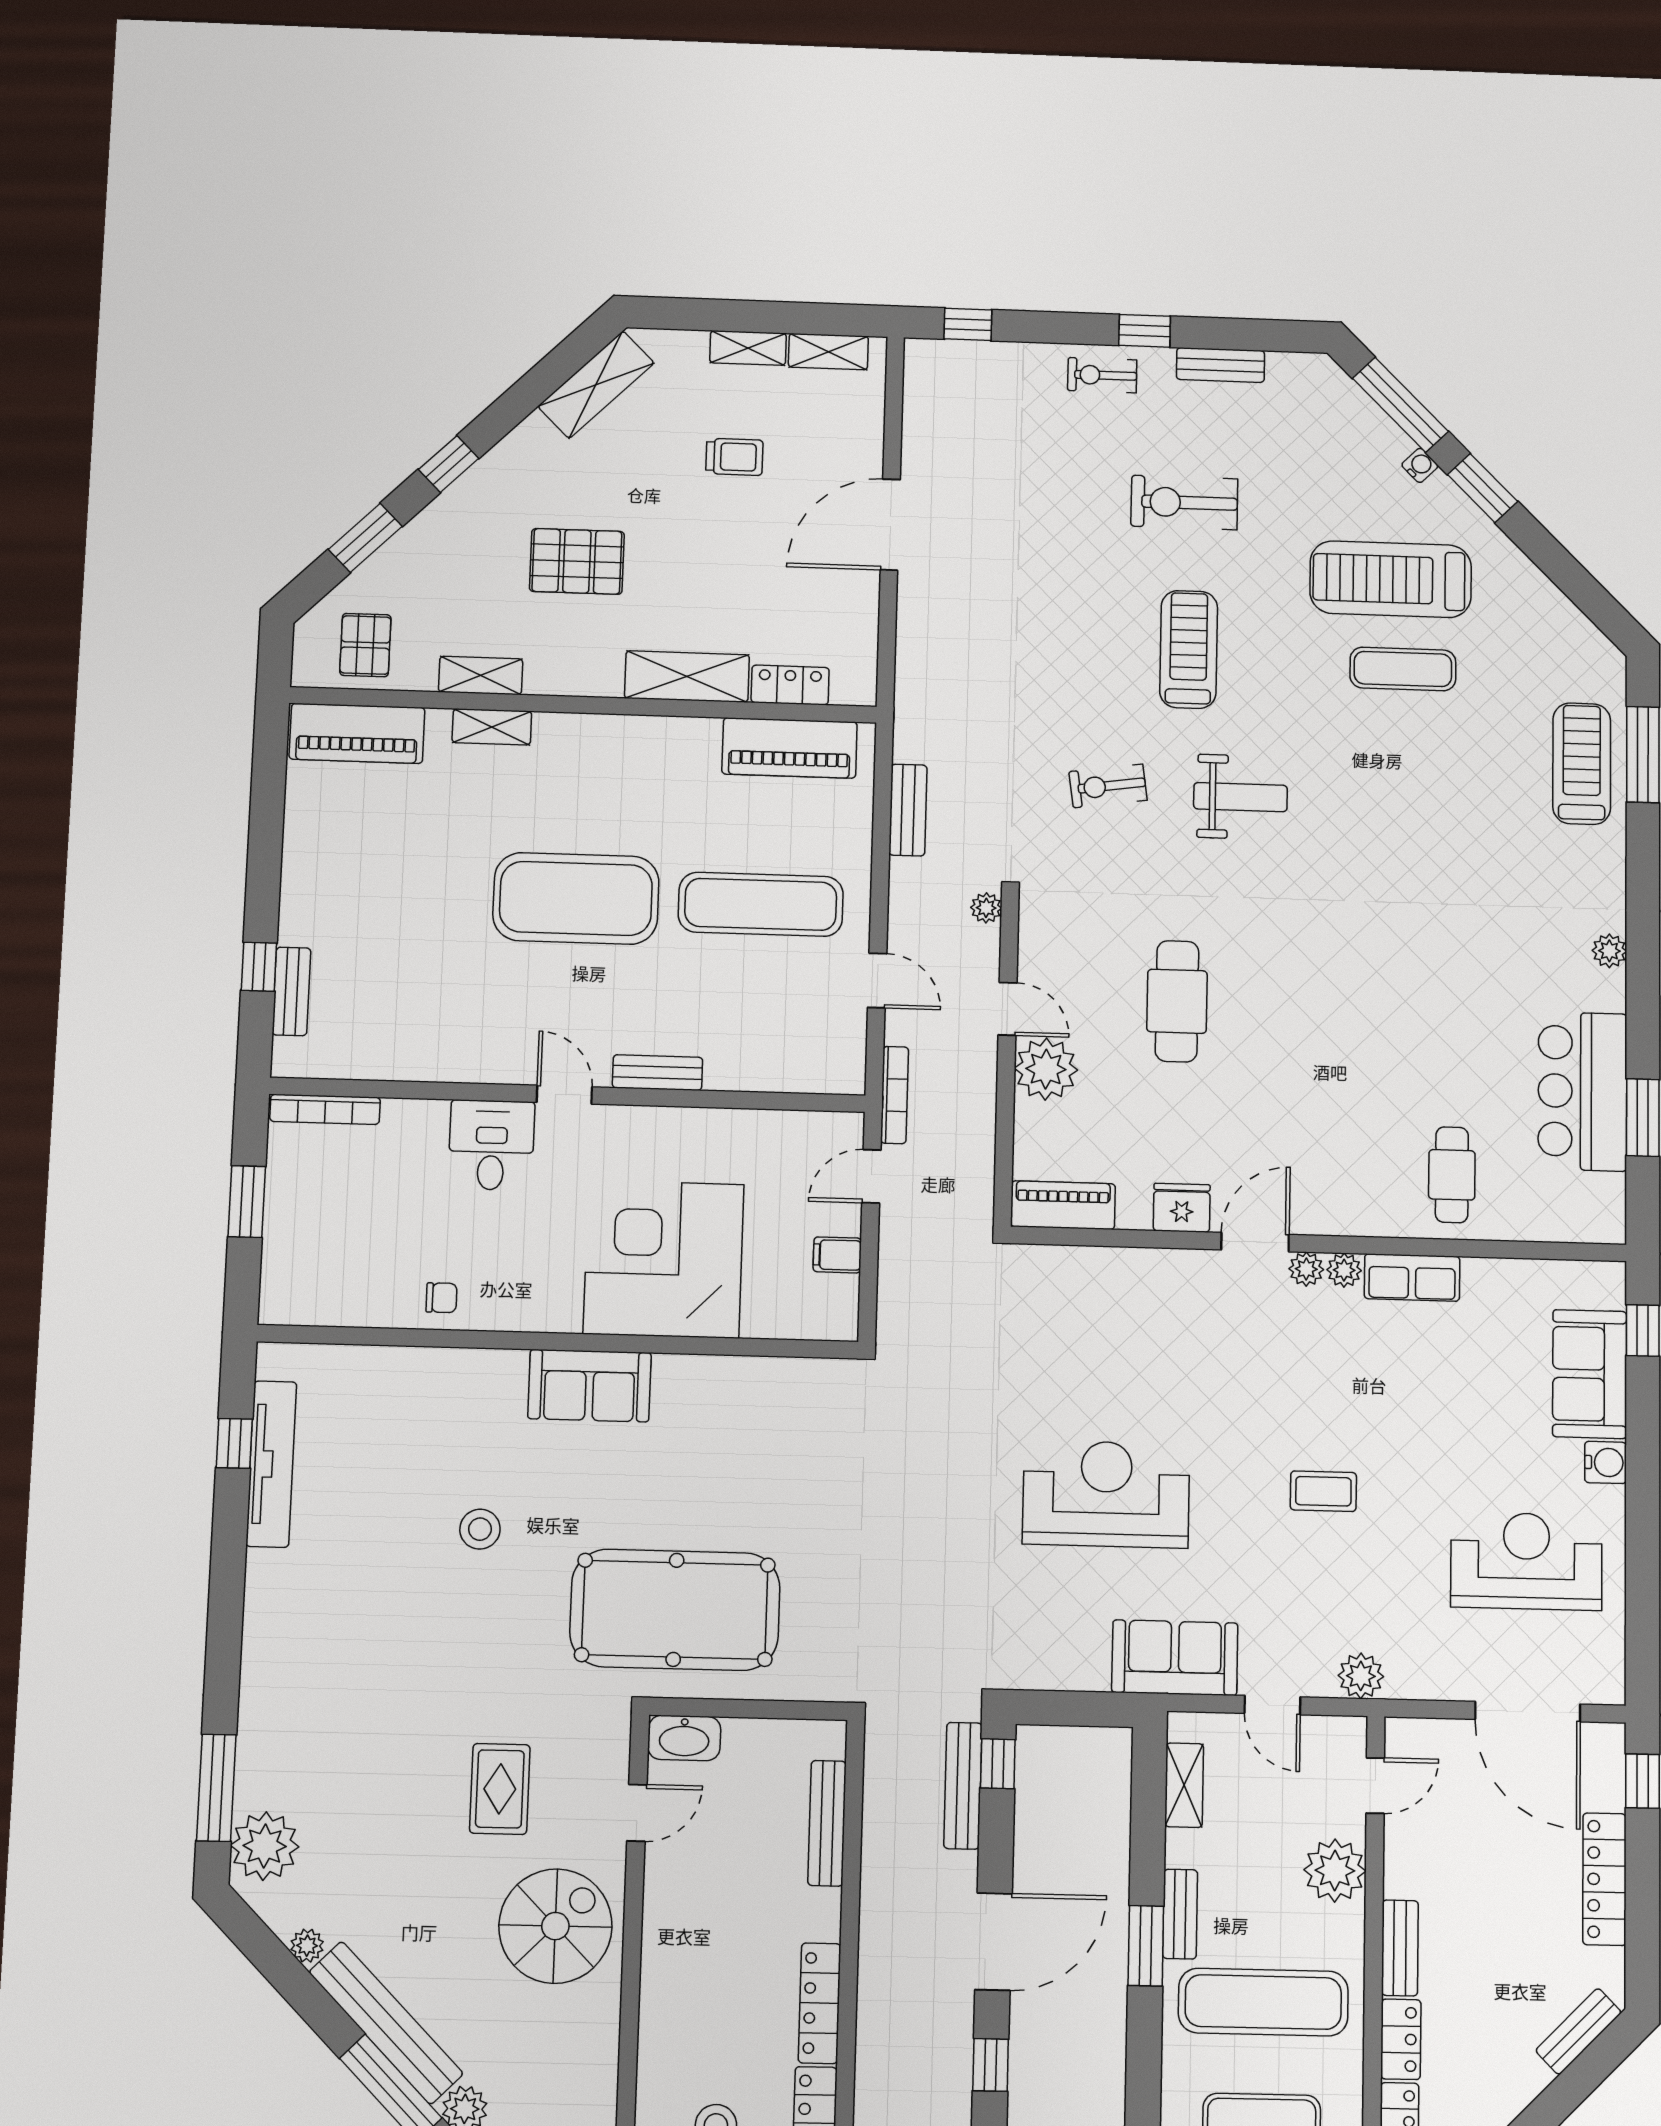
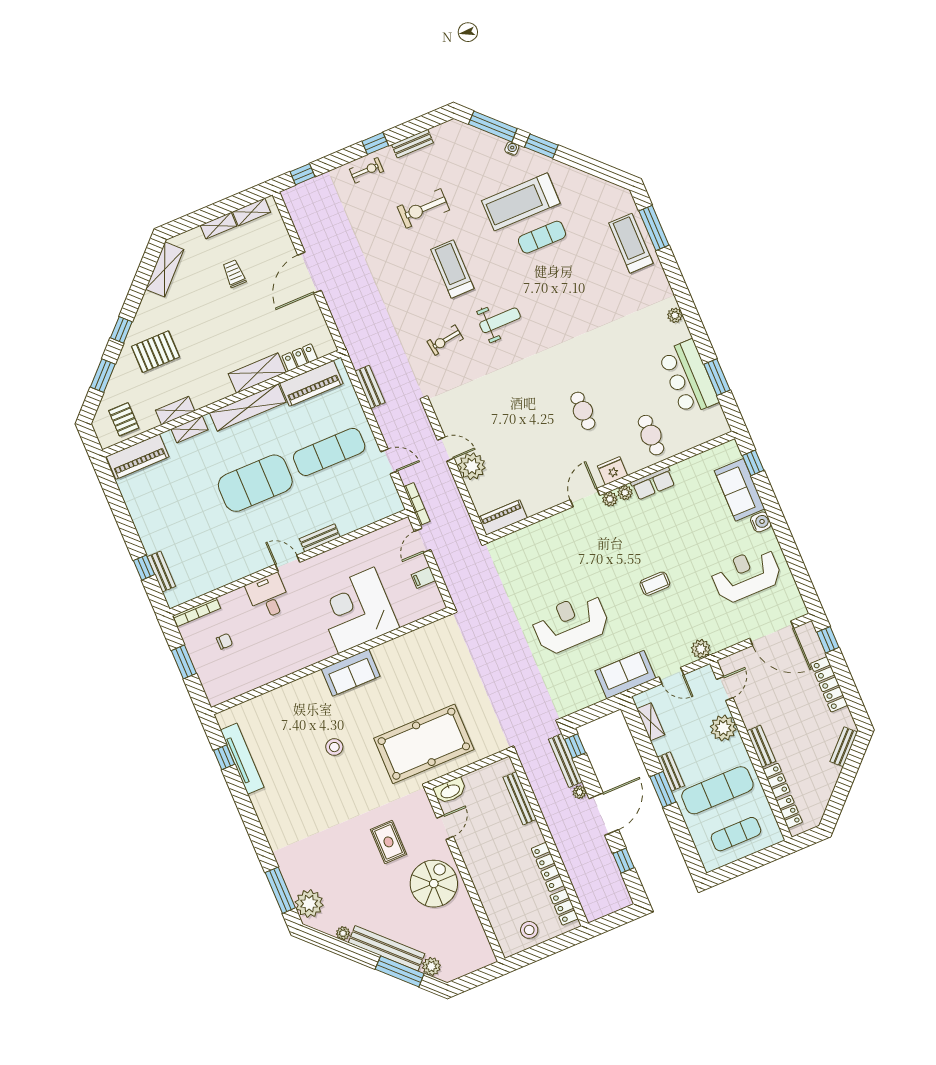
exercise bike: (1102, 375) -> (366, 170), turned 180
trolley: (734, 457) -> (234, 274), turned -90
pallet: (577, 561) -> (155, 352), moved
shelving: (634, 737) -> (248, 408), added
plant: (986, 908) -> (579, 792), moved
cafe table: (1177, 1001) -> (583, 411), moved, width x0.73, depth x0.74
fridge: (1182, 1208) -> (613, 471), moved
chair: (441, 1298) -> (224, 641), moved

